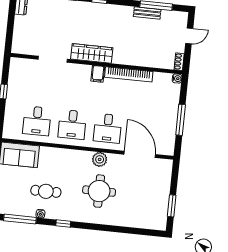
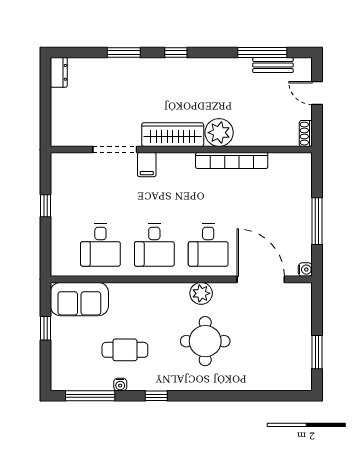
bench: (147, 13) -> (273, 65), moved
door: (189, 36) -> (317, 93), swing flipped
plant: (122, 55) -> (219, 133), added
filing cabinet: (98, 74) -> (147, 165), moved
water cooler: (177, 79) -> (305, 270), moved

